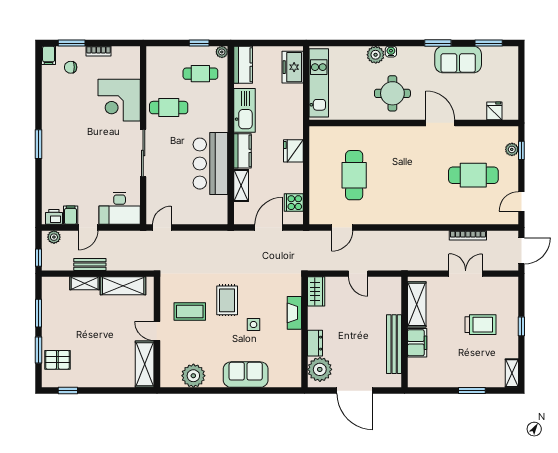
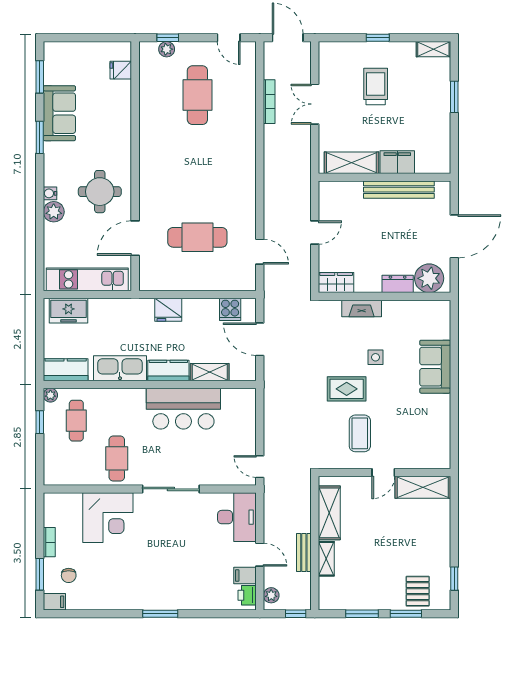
door: (440, 123) -> (135, 238), moved
plant: (193, 376) -> (437, 429), removed

